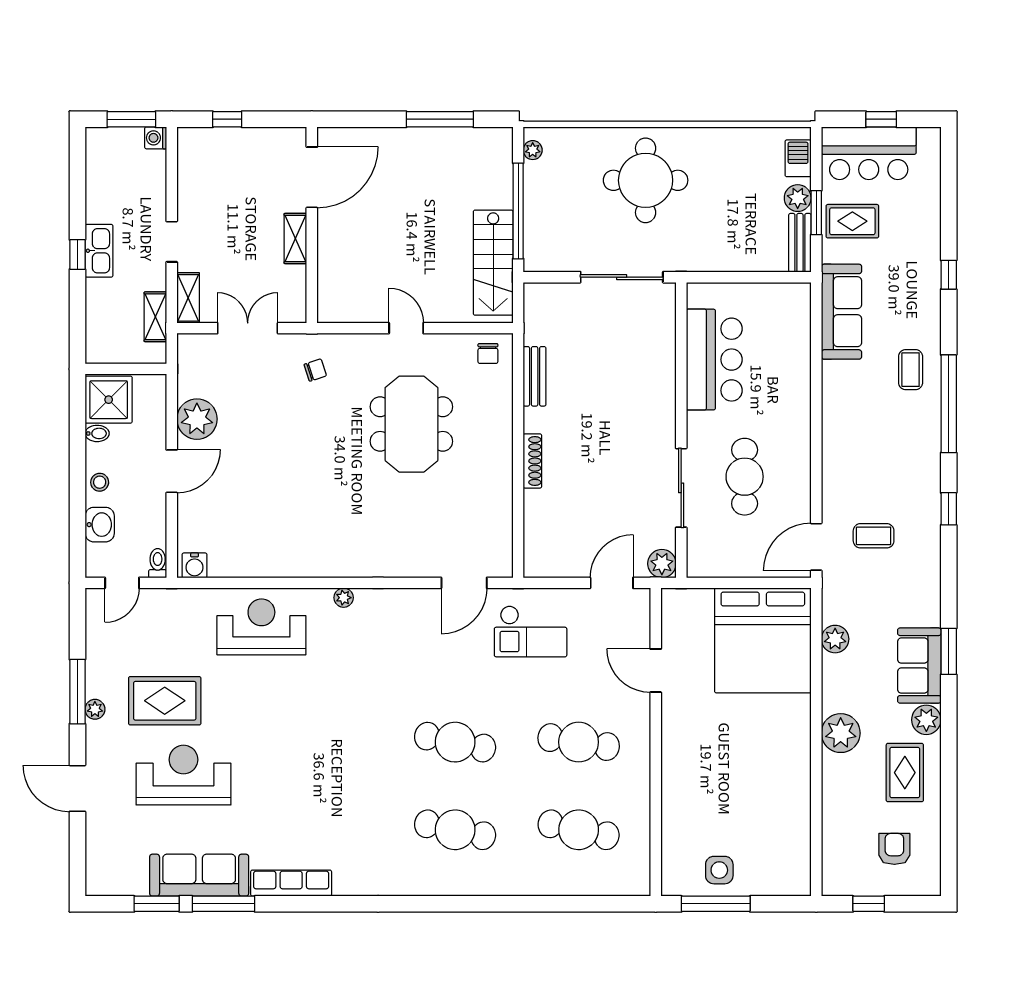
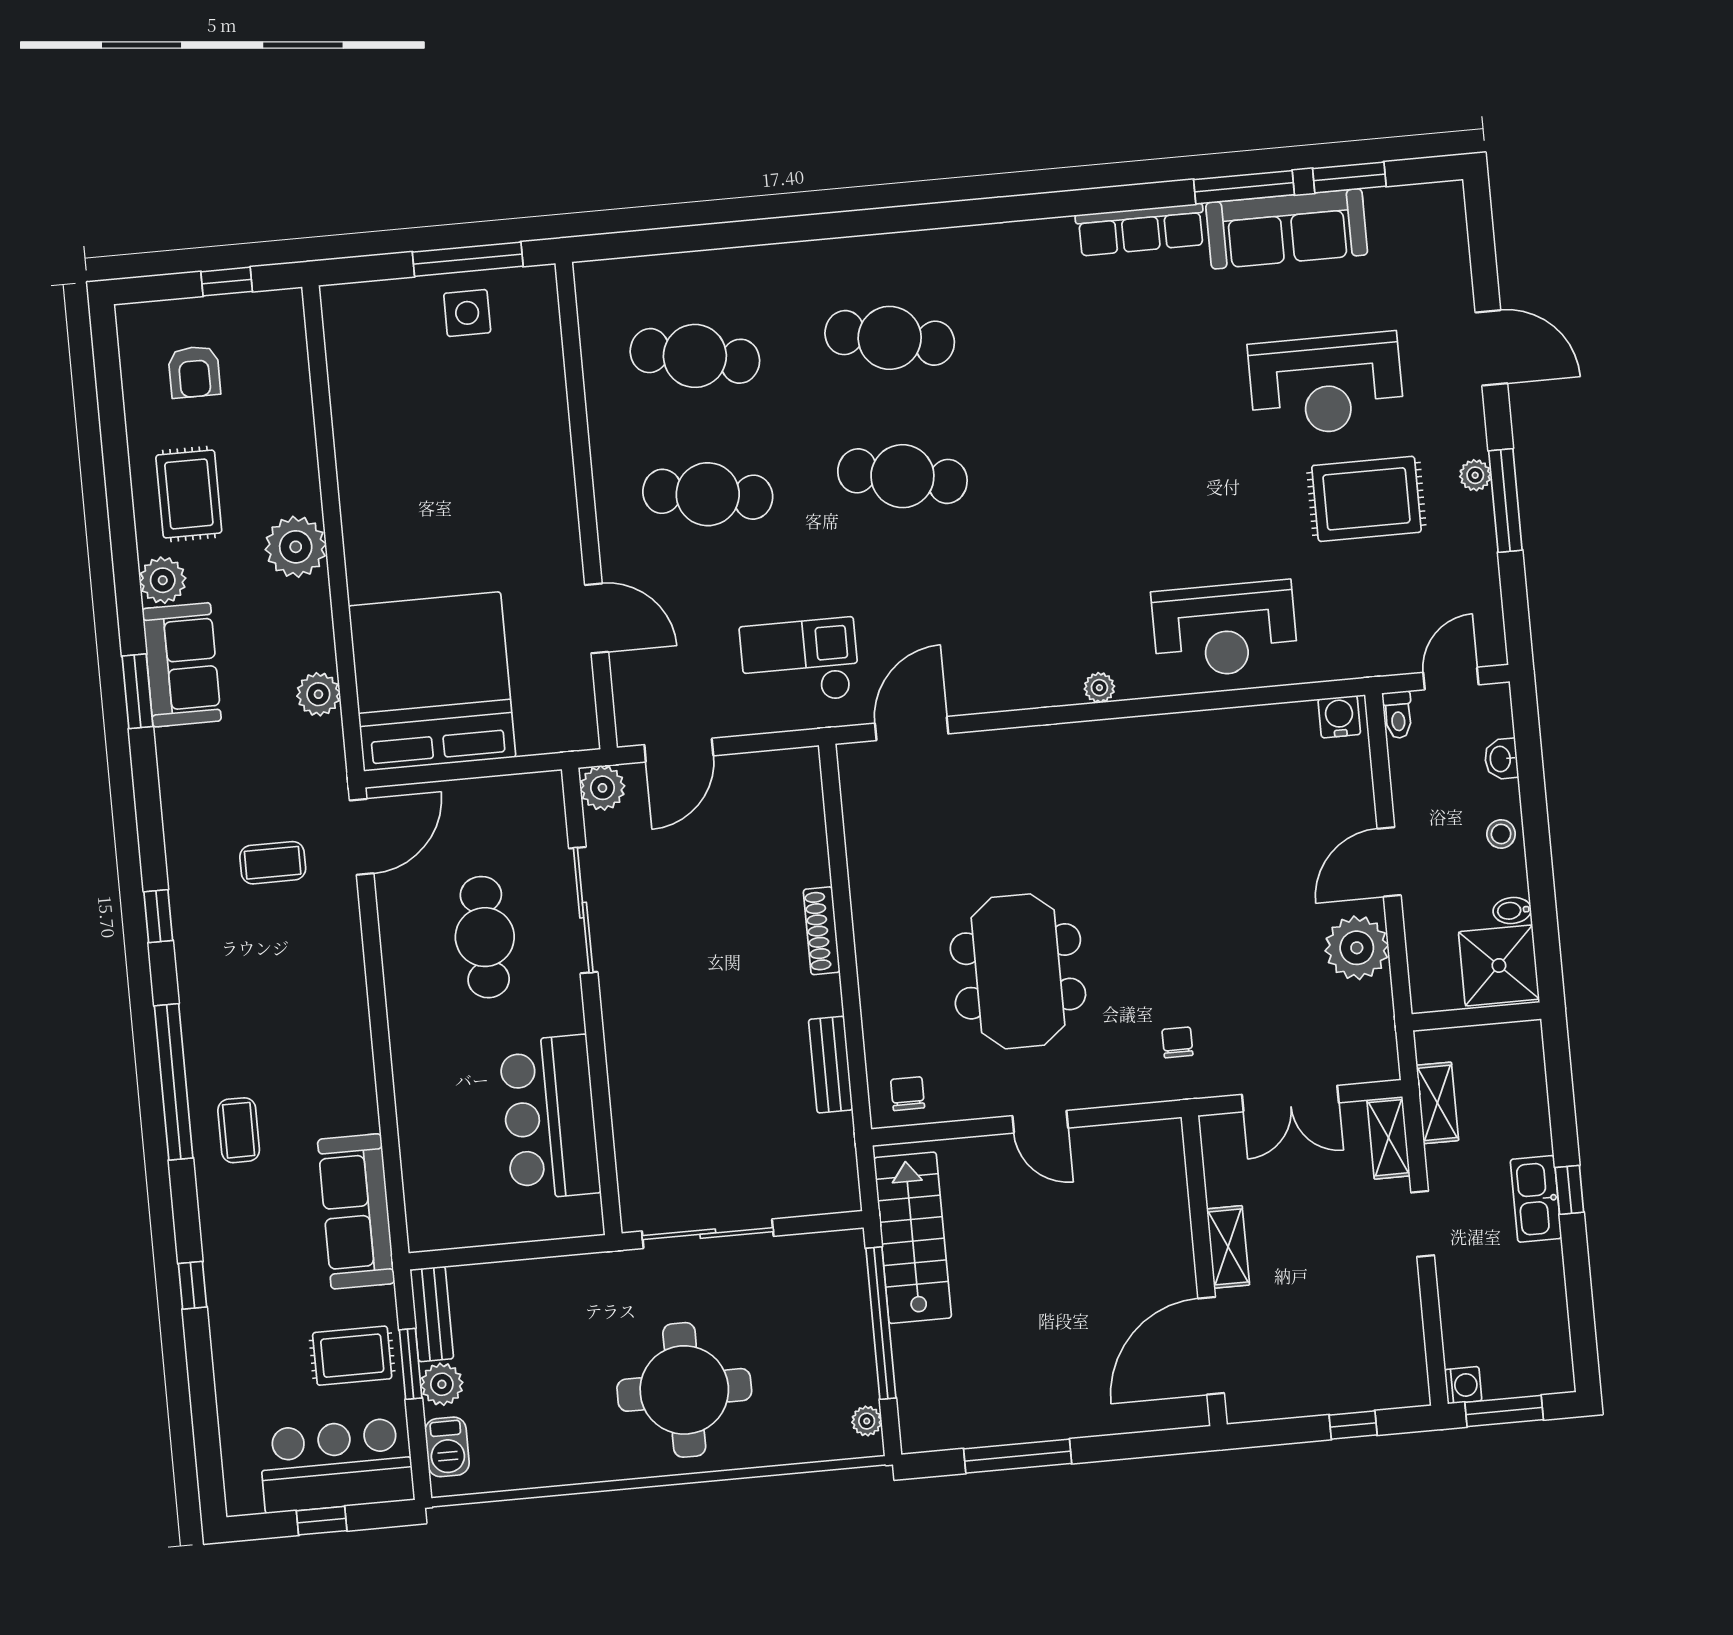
chair: (315, 370) -> (1177, 1042), turned 108
washbasin: (100, 525) -> (1501, 759), width x0.72, depth x0.69

